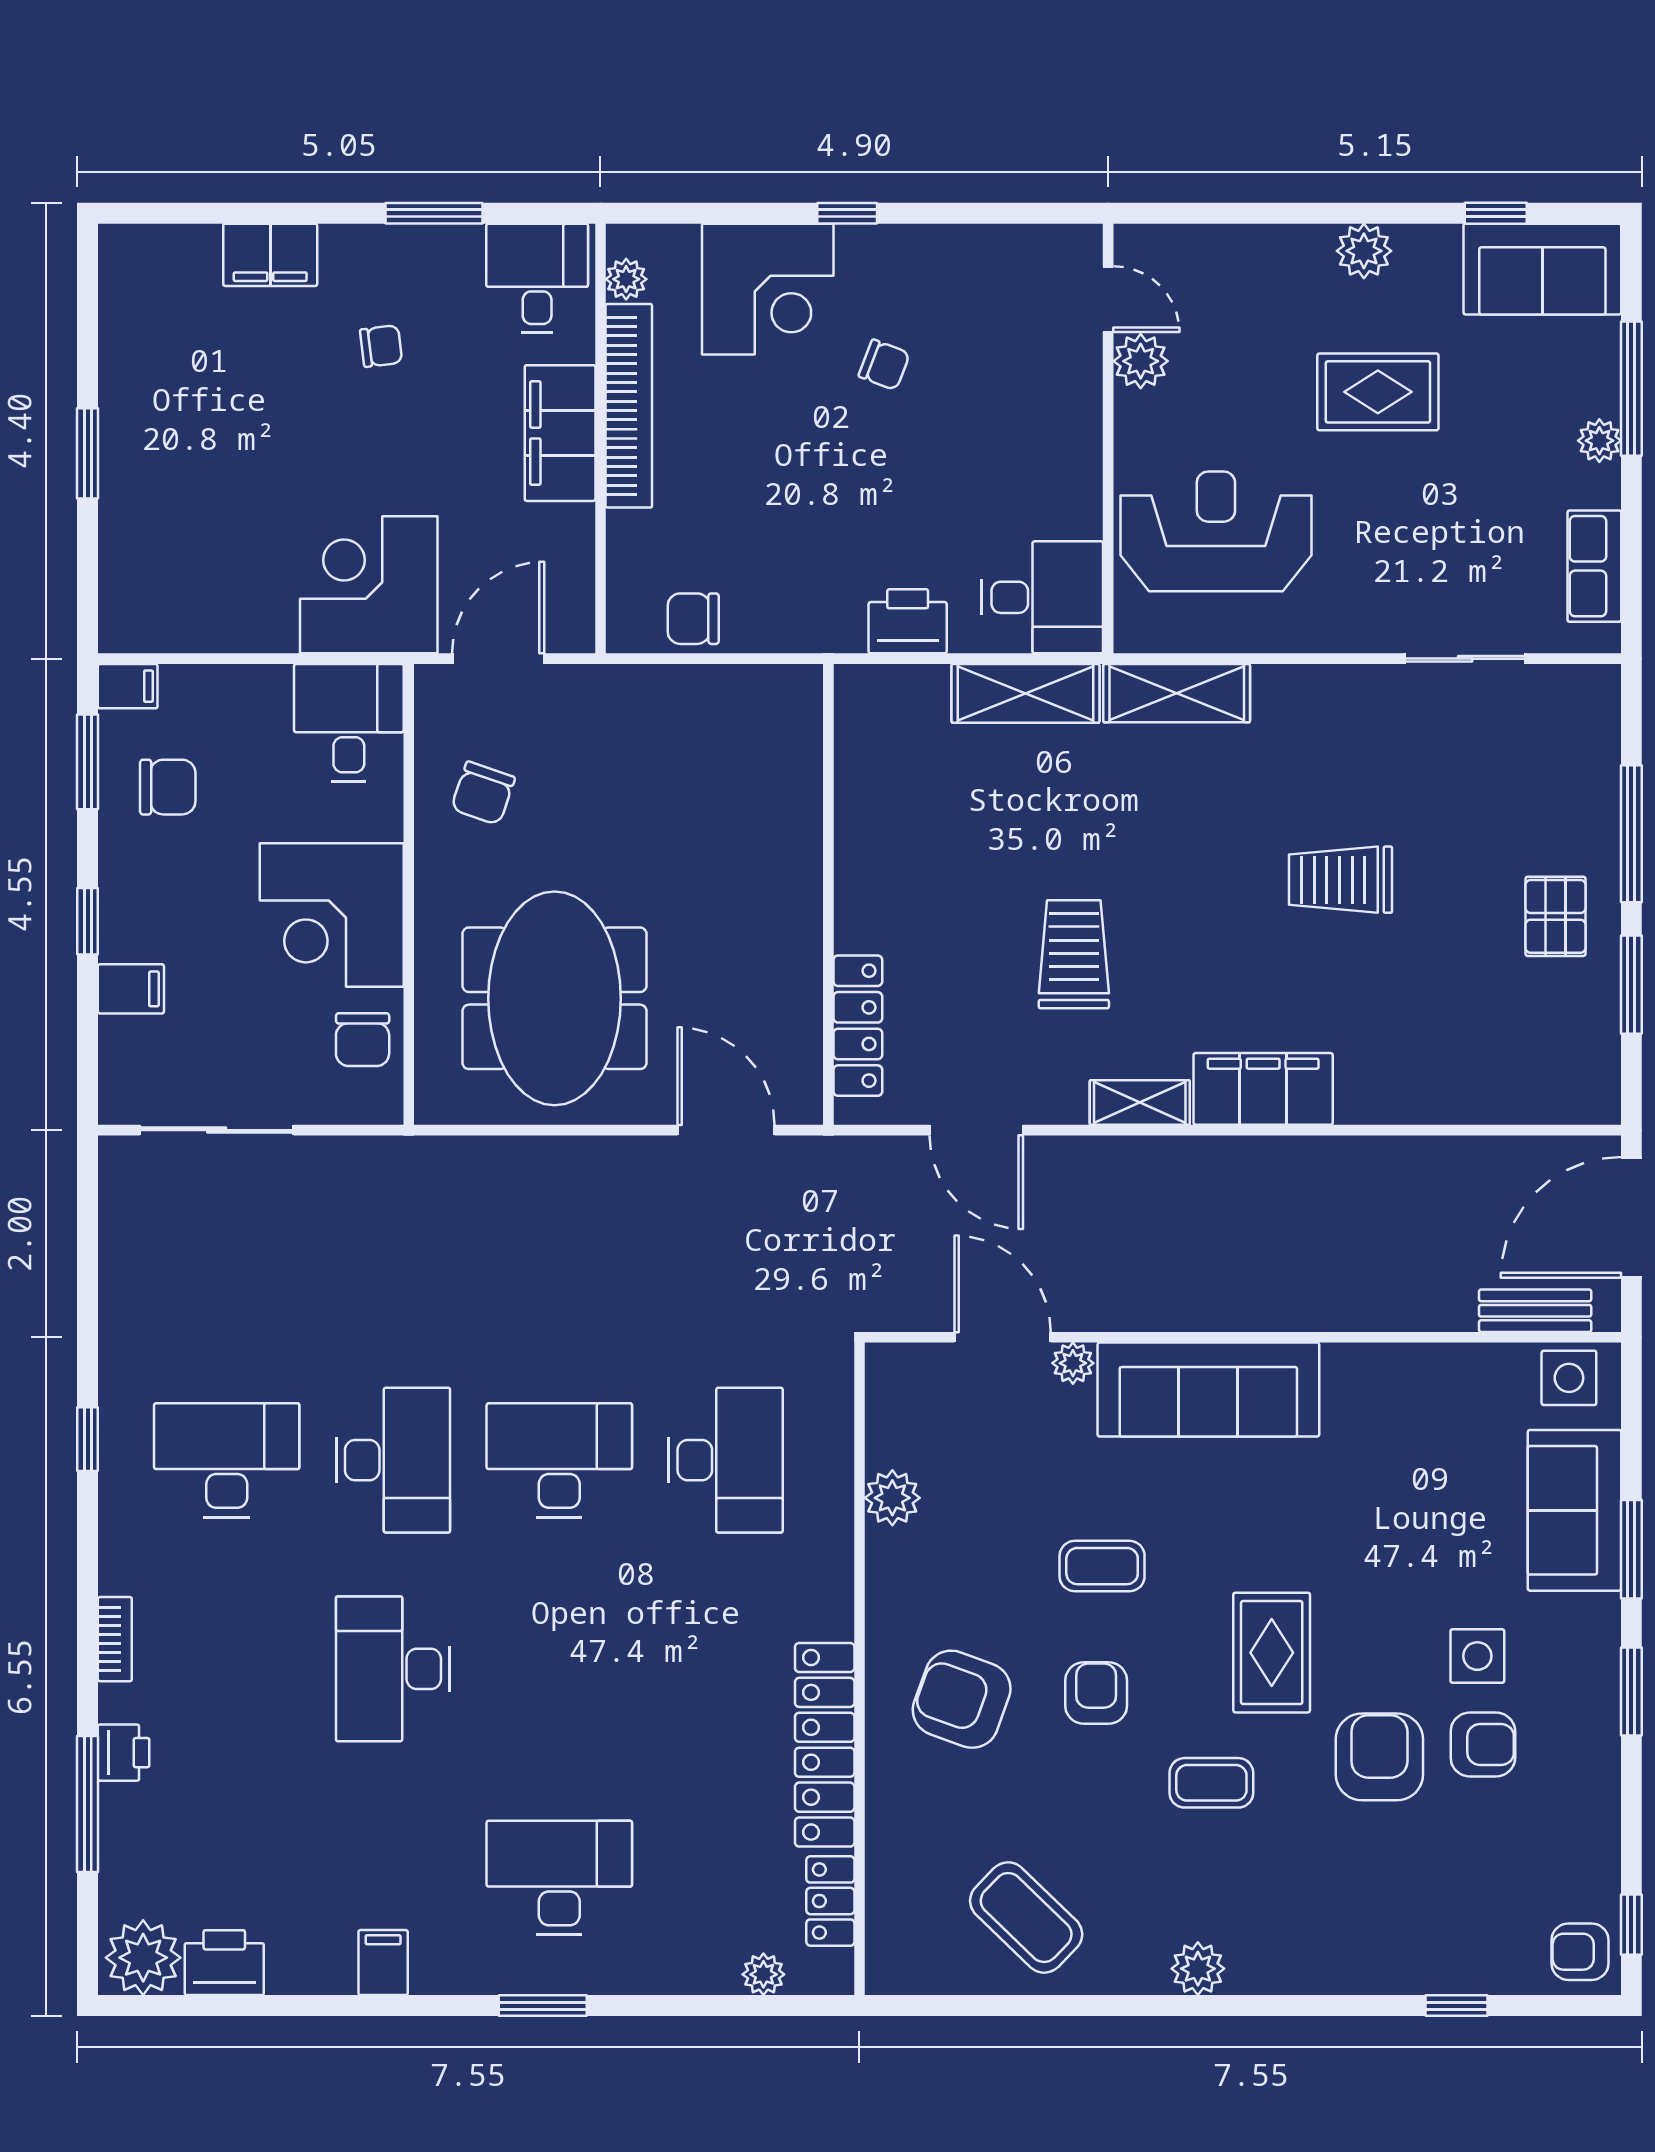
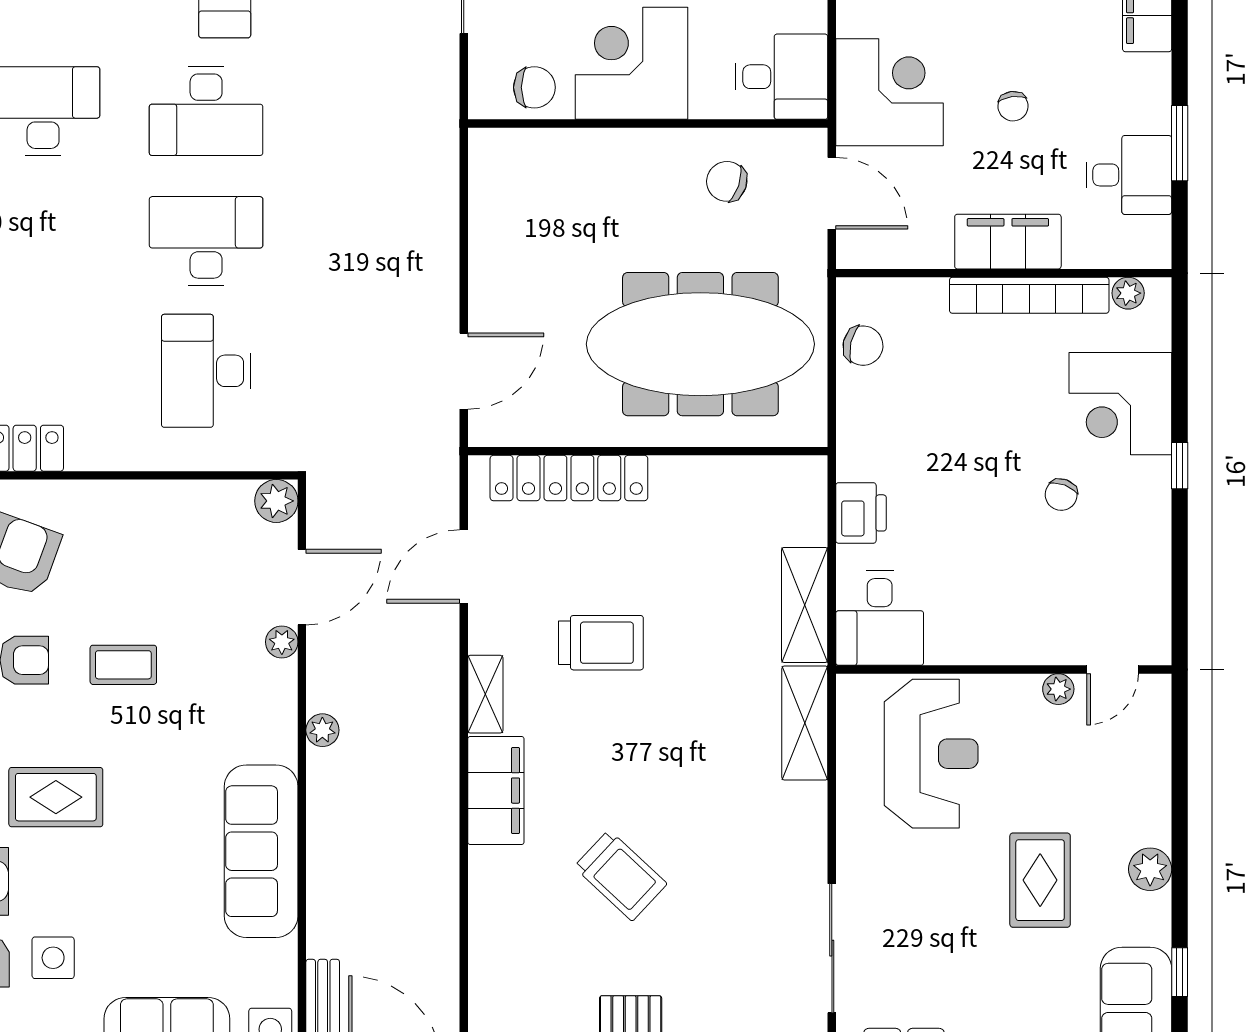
desk: (537, 278) -> (1129, 175), moved
chair: (381, 346) -> (1013, 106), moved
plant: (1141, 361) -> (1058, 689), width x0.73, depth x0.73
chair: (693, 619) -> (863, 346), turned 103
sliding door: (1465, 659) -> (832, 948), width x1.37
trolley: (1341, 880) -> (621, 875), moved, turned 133
meeting table: (554, 998) -> (700, 344), moved, width x1.36
locker: (858, 1026) -> (569, 478), width x1.41, depth x1.21
chair: (363, 1040) -> (534, 87), turned 180
plant: (1186, 1311) -> (322, 730), added
sofa: (1208, 1390) -> (261, 851), moved
desk: (559, 1460) -> (206, 241), turned -90
desk: (726, 1460) -> (206, 371), turned 90
plant: (892, 1498) -> (276, 501), moved
coffee table: (1102, 1566) -> (123, 665), turned 90

